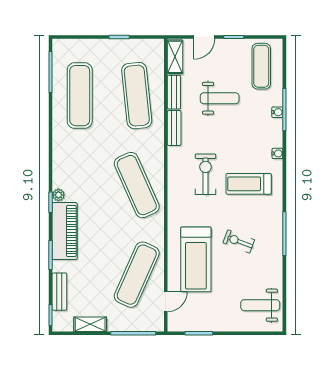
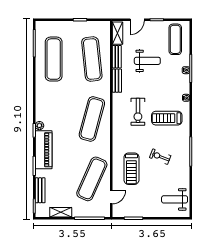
exercise bike: (206, 174) -> (138, 112), turned 180
exercise mat: (137, 185) -> (92, 119), turned 39
treadmill: (196, 259) -> (131, 169), width x0.73, depth x0.73

